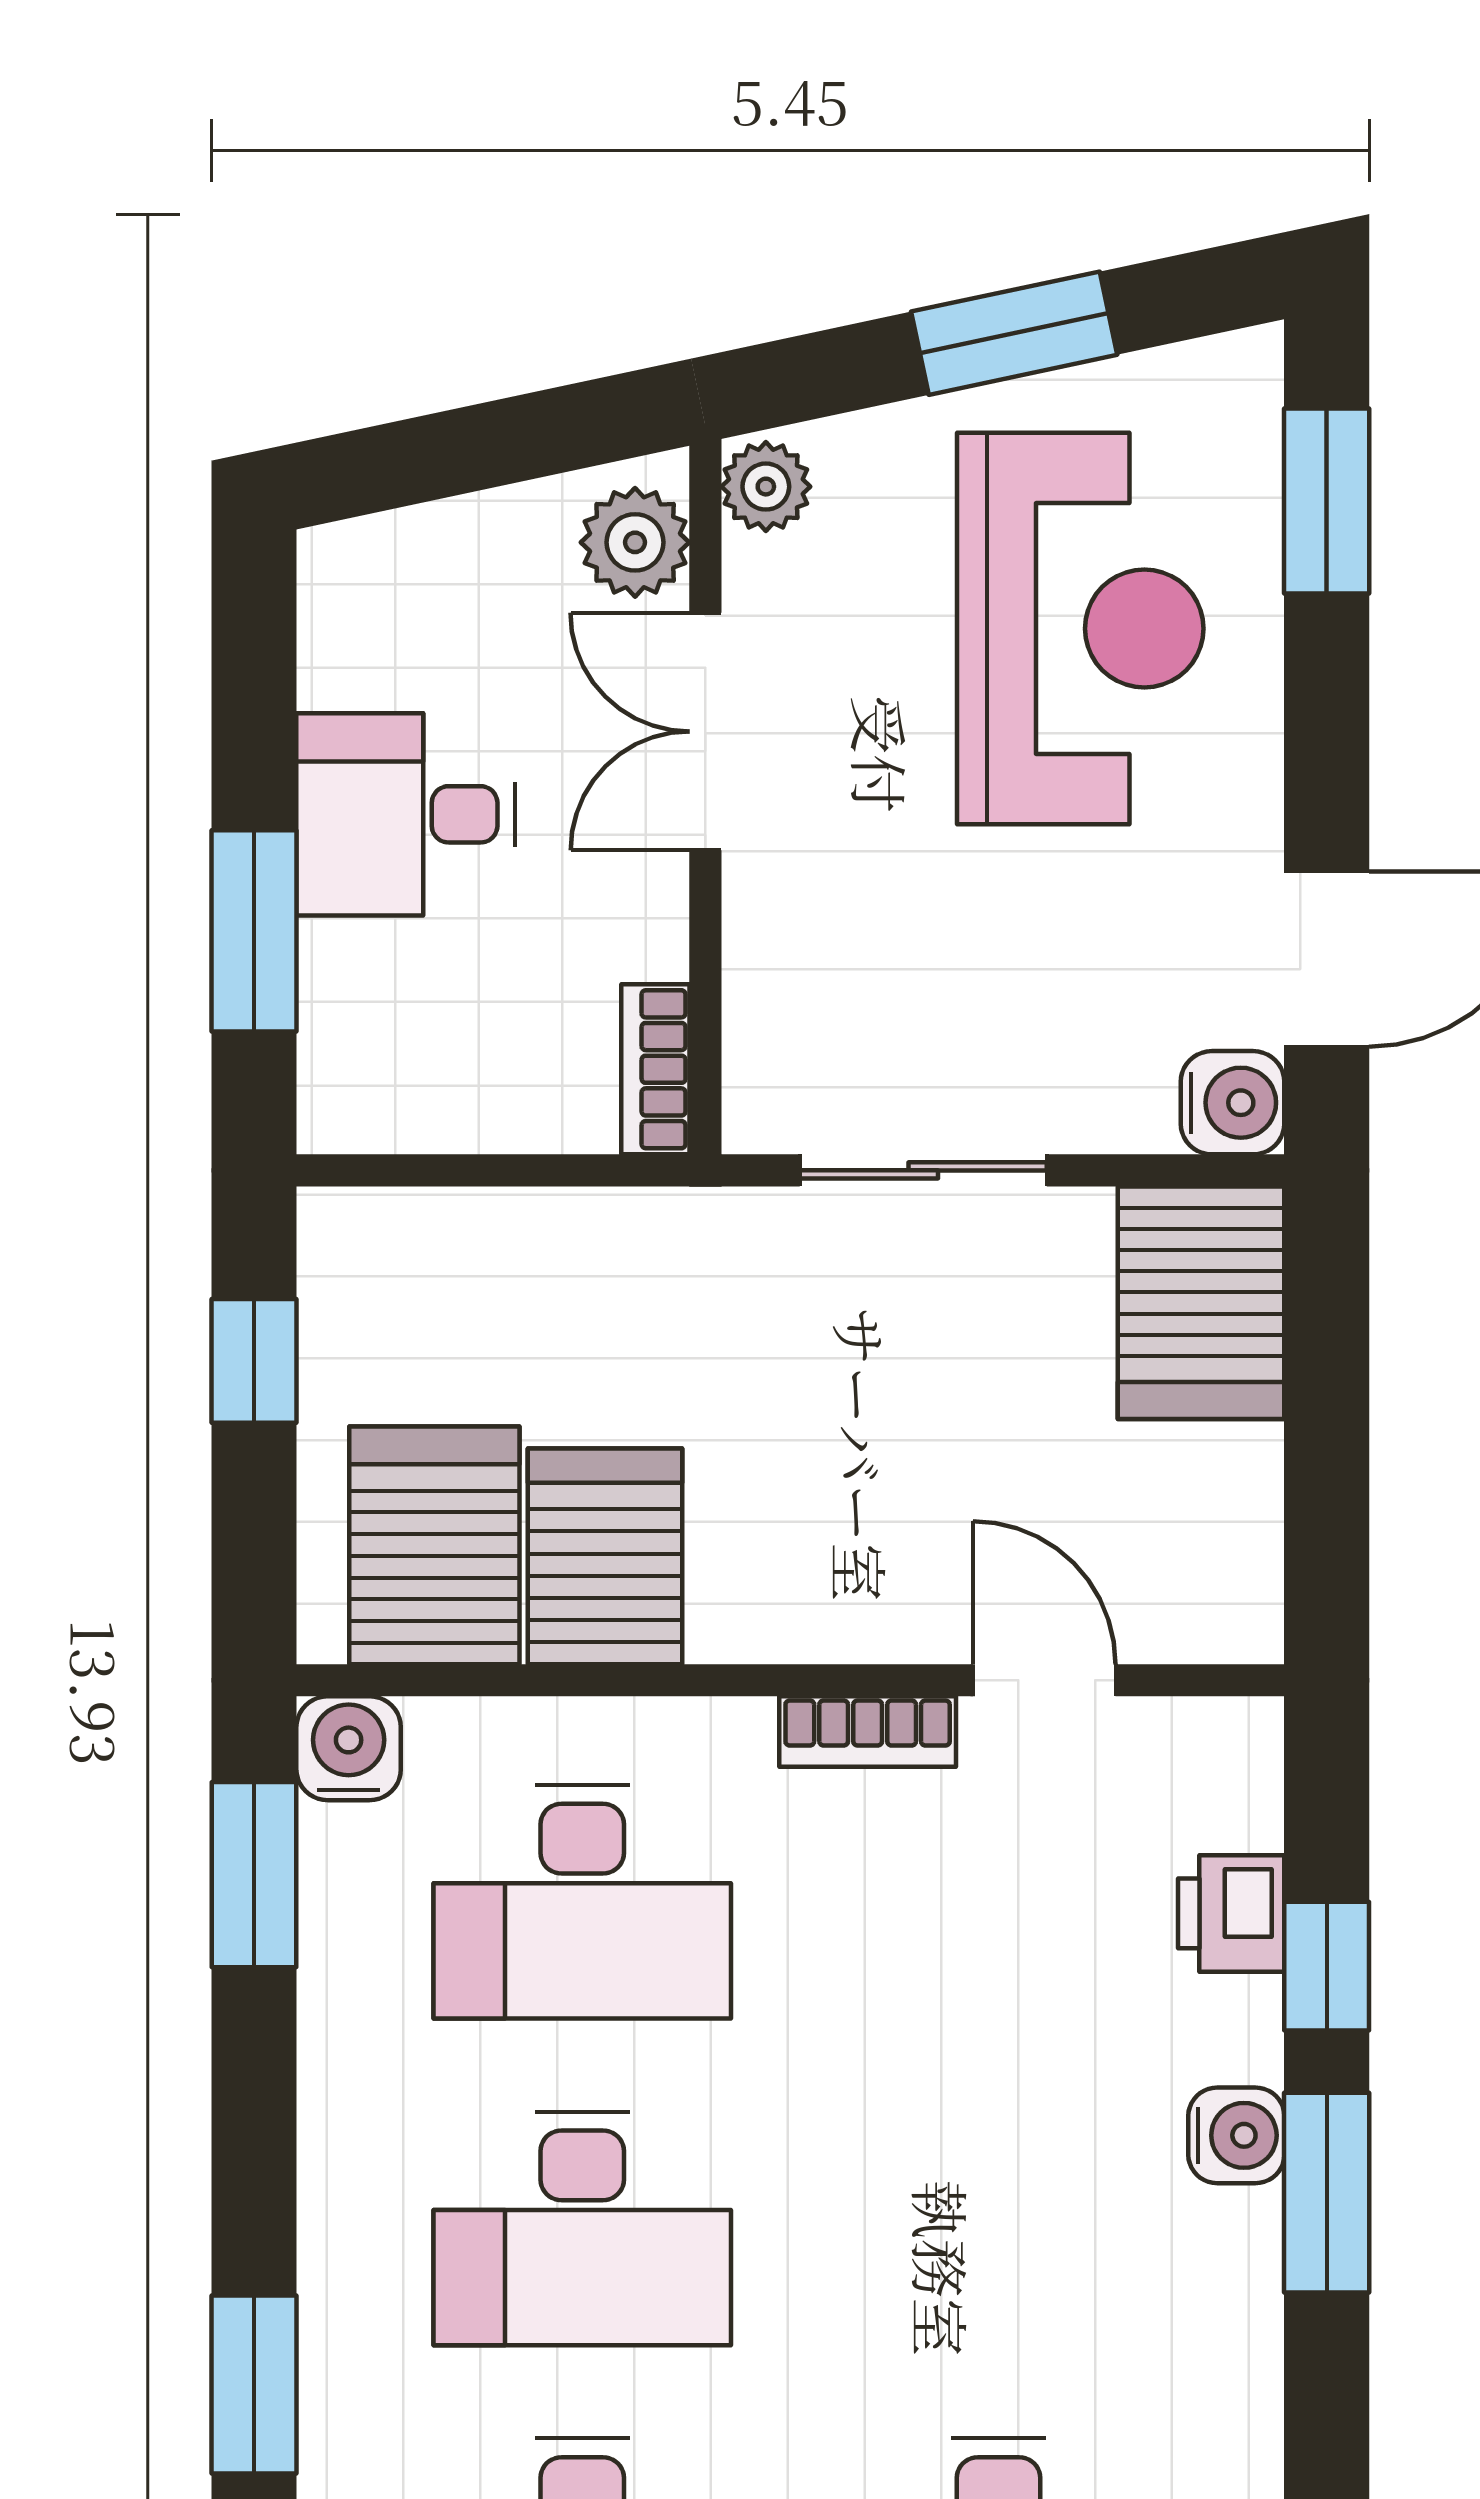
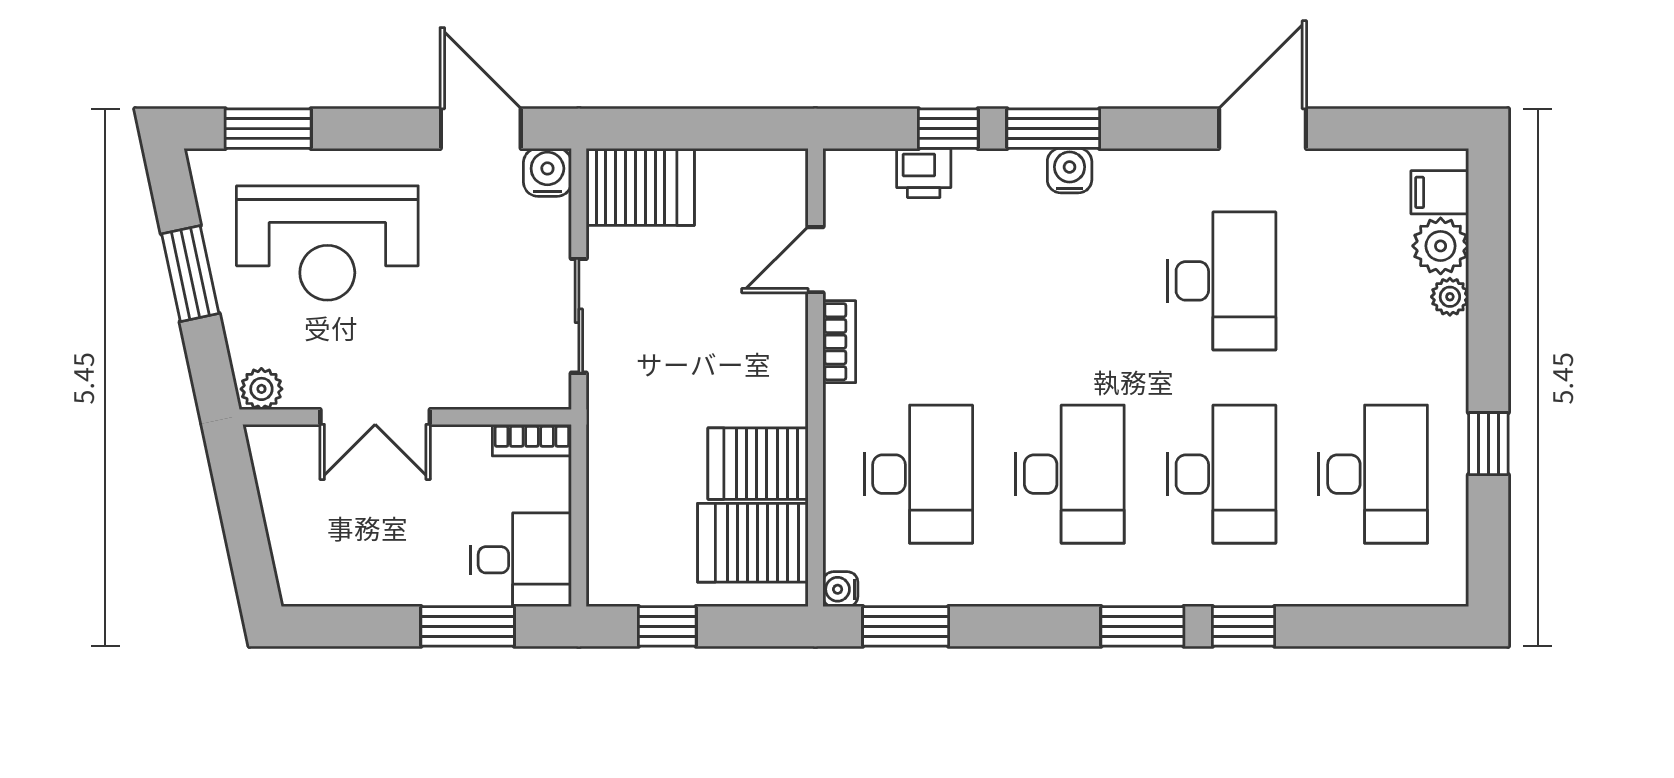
plant: (635, 542) -> (287, 450), removed
reception desk: (1080, 629) -> (327, 243), turned 180
desk: (406, 814) -> (521, 560), moved, turned -90
water cooler: (349, 1748) -> (840, 589), width x0.72, depth x0.72
water cooler: (1236, 2135) -> (1070, 171), moved

